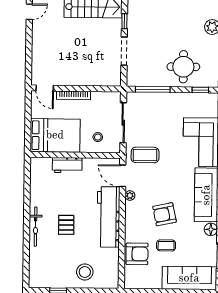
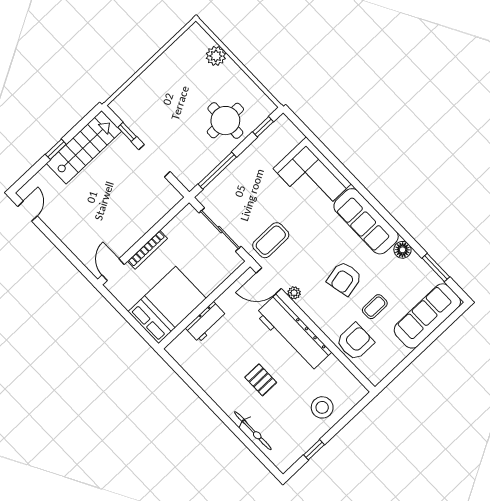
door: (45, 88) -> (113, 270), swing flipped
stool: (98, 137) -> (209, 267), removed
bicycle: (36, 227) -> (253, 431), moved

